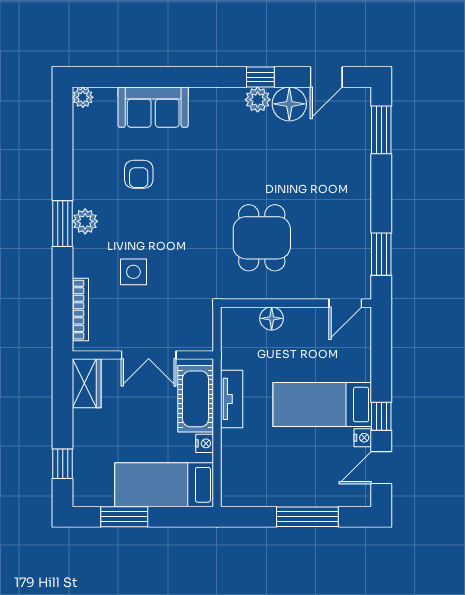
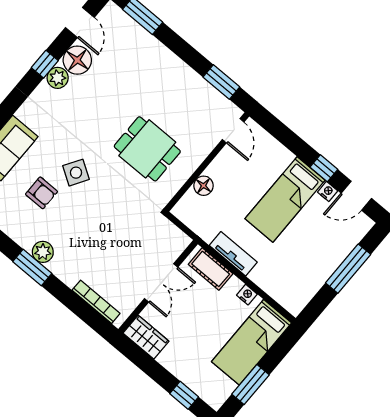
side table: (133, 272) -> (76, 173), moved, turned 32
cot: (196, 399) -> (211, 269), width x0.73, depth x0.75
door: (381, 468) -> (356, 196), hinge flipped

